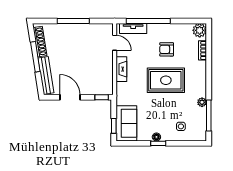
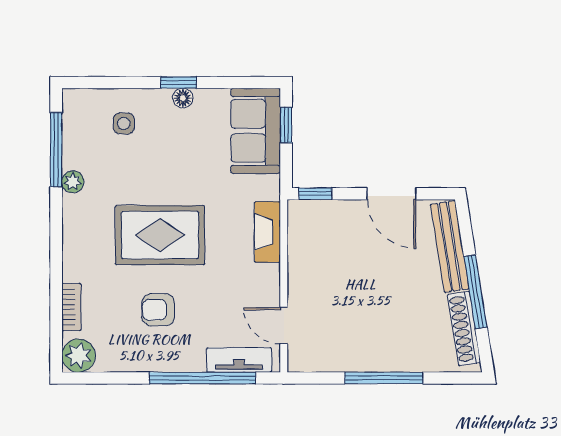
armchair: (167, 49) -> (158, 310), turned 180
fireplace: (121, 69) -> (267, 232), moved

